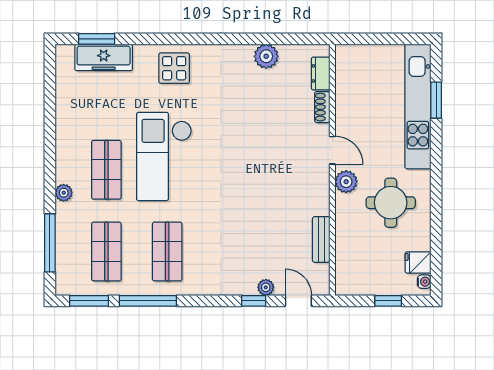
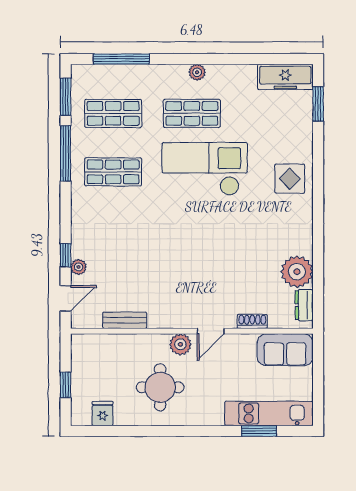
plant: (266, 56) -> (297, 272), width x1.36, depth x1.36
freezer: (104, 57) -> (285, 77), moved, turned -90
dresser: (321, 73) -> (304, 305), moved, turned -90
sofa: (352, 73) -> (285, 350), added
kitchen unit: (418, 106) -> (269, 413), width x0.73
plant: (64, 193) -> (197, 72), moved
water cooler: (424, 282) -> (84, 419), removed

